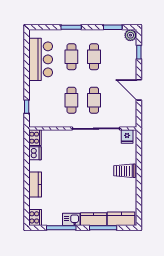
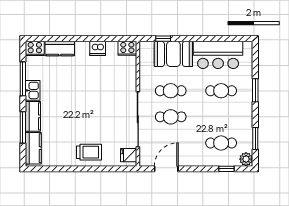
cafe table: (94, 57) -> (221, 143), moved
door: (139, 90) -> (166, 169), moved
booth: (40, 98) -> (173, 54), added
dishwasher: (35, 153) -> (98, 48), moved
trolley: (124, 171) -> (89, 152), turned 90
kitchen counter: (35, 184) -> (60, 48), moved

